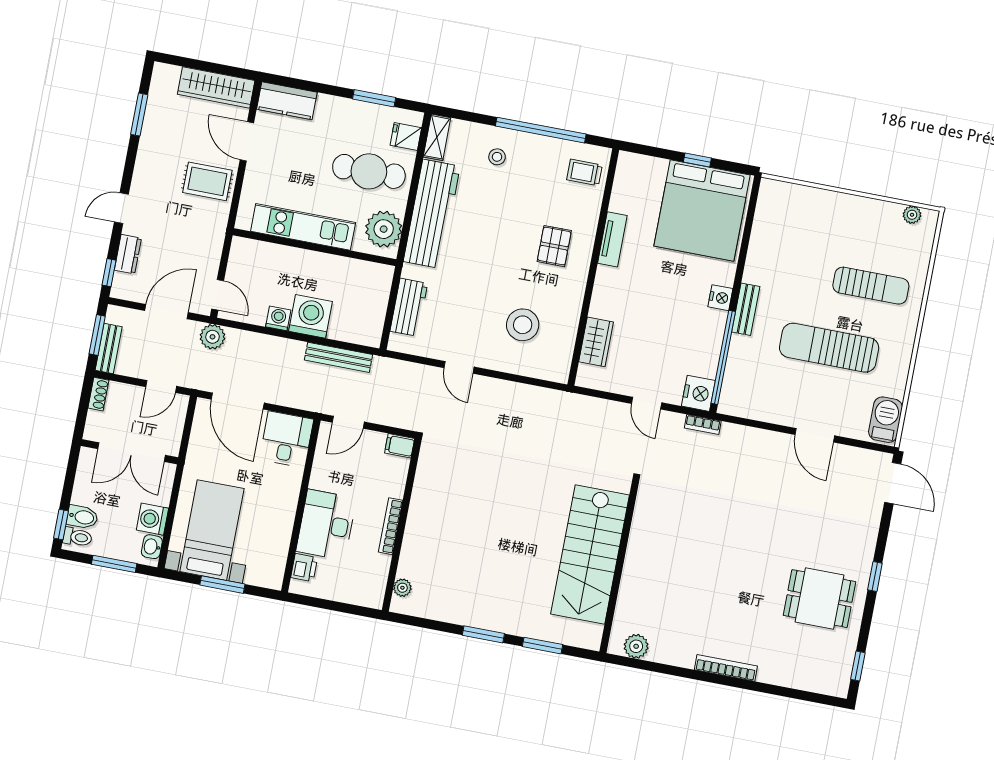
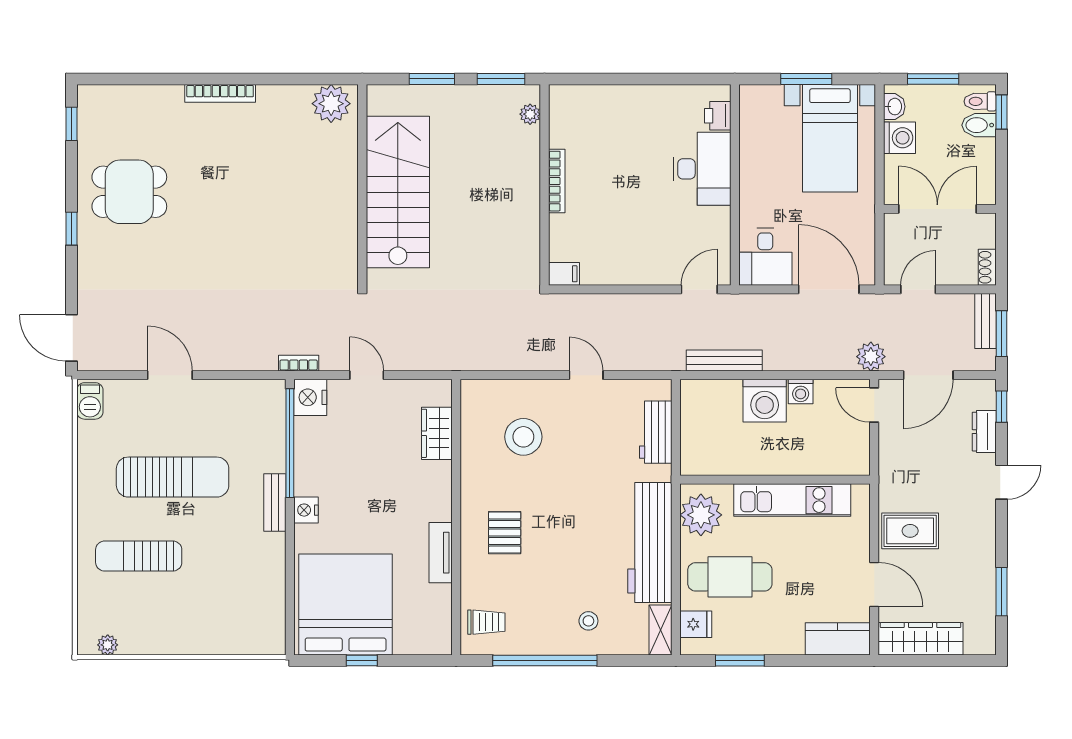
barbecue: (885, 420) -> (90, 401), width x0.73, depth x0.79
filing cabinet: (400, 446) -> (564, 274), moved
wall: (402, 525) -> (545, 185), moved
bookcase: (391, 526) -> (557, 181), moved
plant: (402, 588) -> (530, 114), moved
plant: (636, 646) -> (331, 104), width x1.36, depth x1.36

